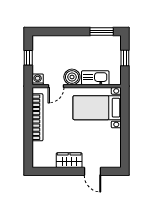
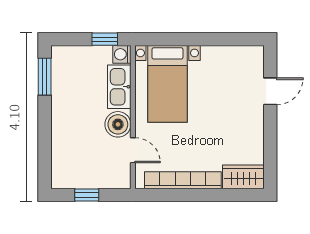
window: (125, 58) -> (105, 39), moved
washing machine: (38, 79) -> (122, 54), moved
wardrobe: (69, 160) -> (243, 177), moved, turned 90

